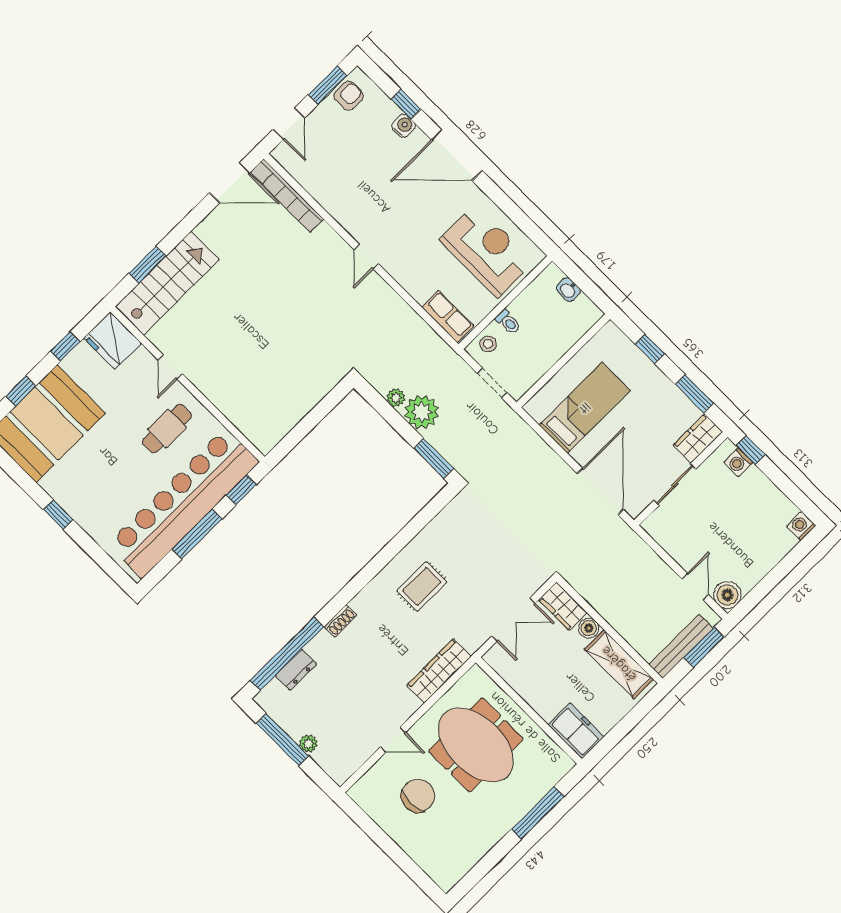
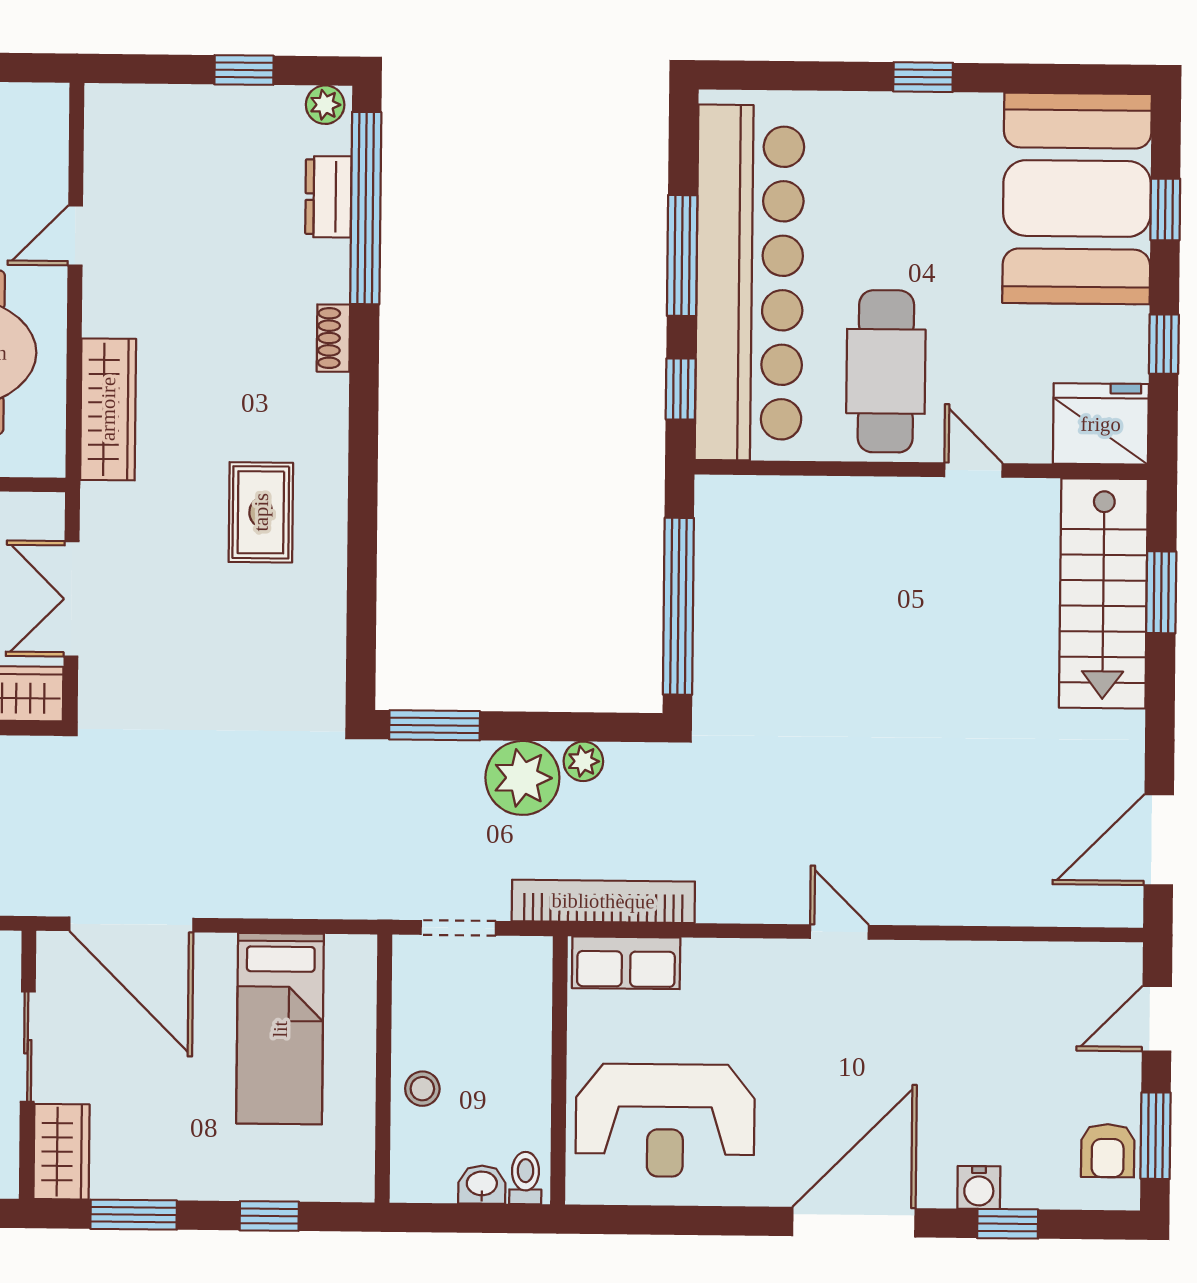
door: (289, 124) -> (1157, 1019), hinge flipped
bookcase: (287, 196) -> (603, 901), moved
toilet: (508, 322) -> (525, 1178), moved, turned 90
stool: (488, 344) -> (422, 1089), moved
window: (313, 418) -> (678, 606), added
cafe table: (167, 429) -> (886, 371), width x1.37, depth x1.35
window: (282, 740) -> (244, 70), width x0.46
plant: (308, 743) -> (325, 105), moved

